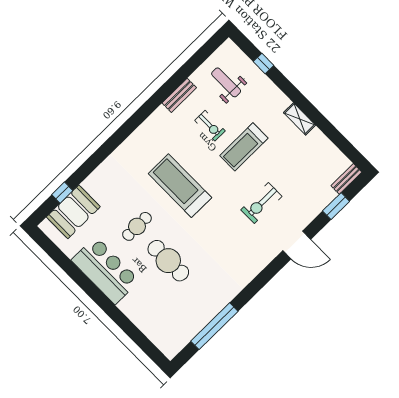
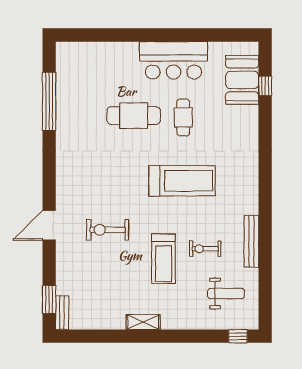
window: (263, 64) -> (238, 336), moved
bench: (179, 95) -> (251, 241), width x1.36
treadmill: (244, 147) -> (163, 259), turned 180
exercise bike: (261, 203) -> (108, 230), turned -90
window: (336, 206) -> (49, 300), moved

